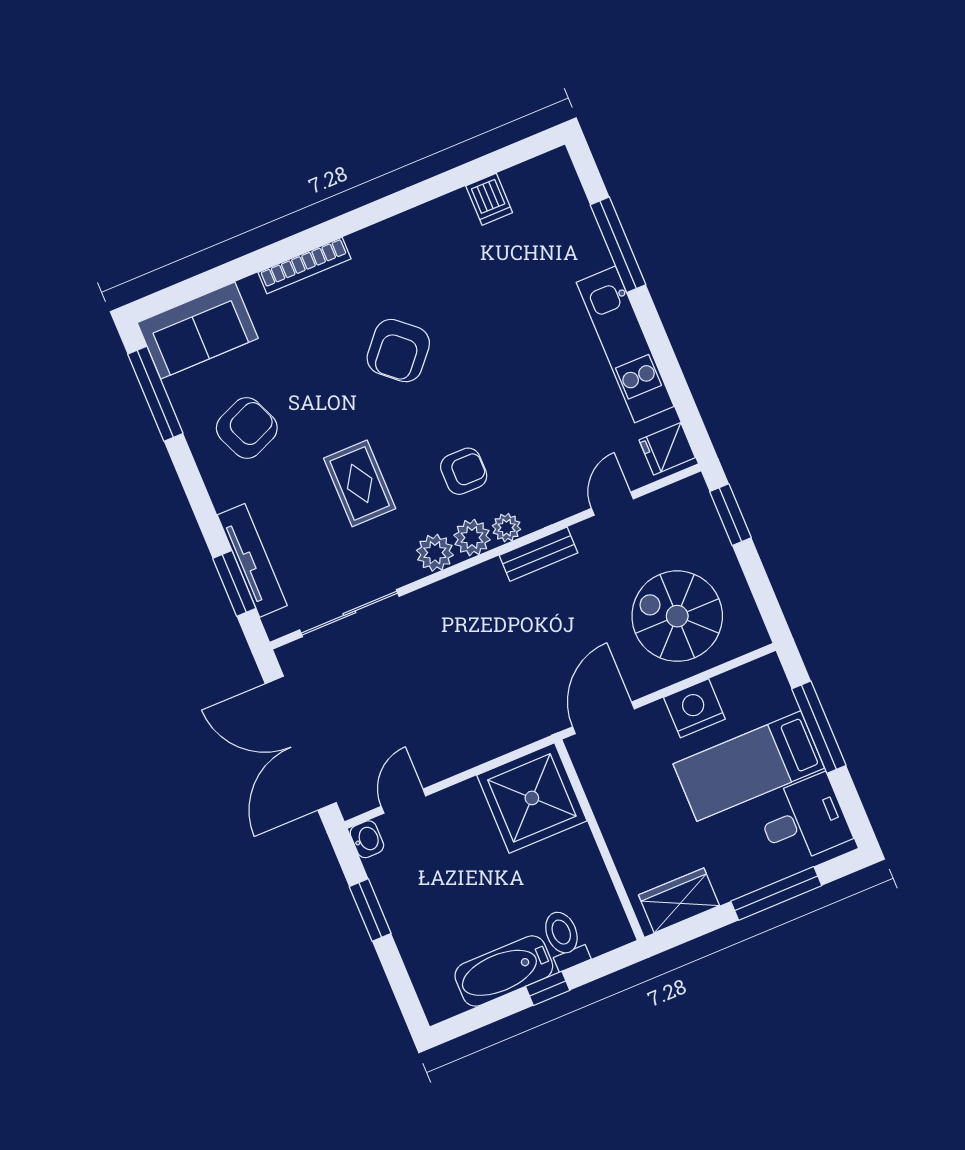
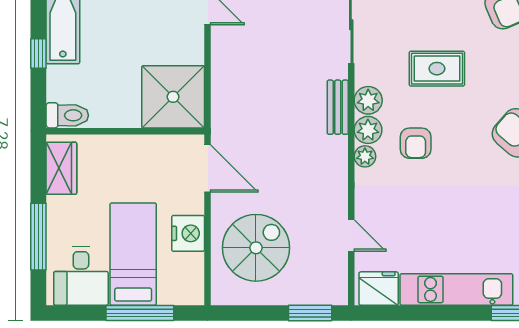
fridge: (667, 449) -> (379, 289), width x1.38
bench: (538, 554) -> (338, 107), moved
toilet: (564, 939) -> (67, 115), moved

